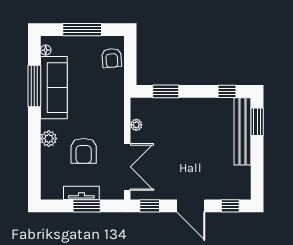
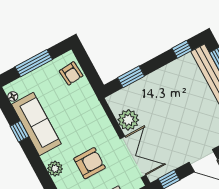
window: (34, 86) -> (19, 131), width x0.46
plant: (136, 125) -> (128, 120), width x1.88, depth x1.88
armchair: (84, 151) -> (90, 163), turned -90

